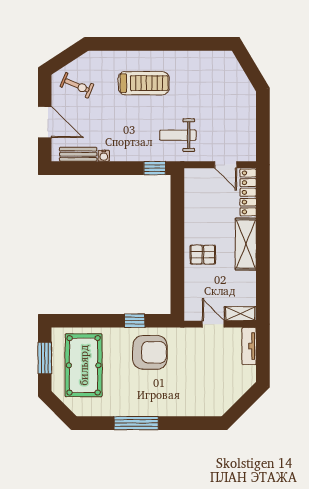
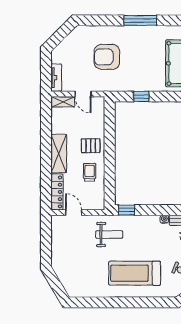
treadmill: (144, 83) -> (135, 273), width x1.37, depth x1.38
trolley: (204, 219) -> (90, 172), added
armchair: (150, 352) -> (107, 57), moved

